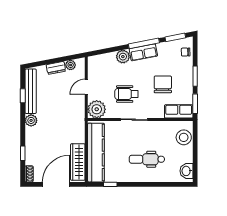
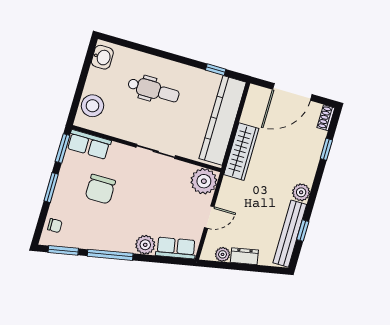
row of seats: (143, 52) -> (176, 248), moved
wheelchair: (127, 94) -> (155, 190), removed
wardrobe: (78, 162) -> (241, 152), moved

